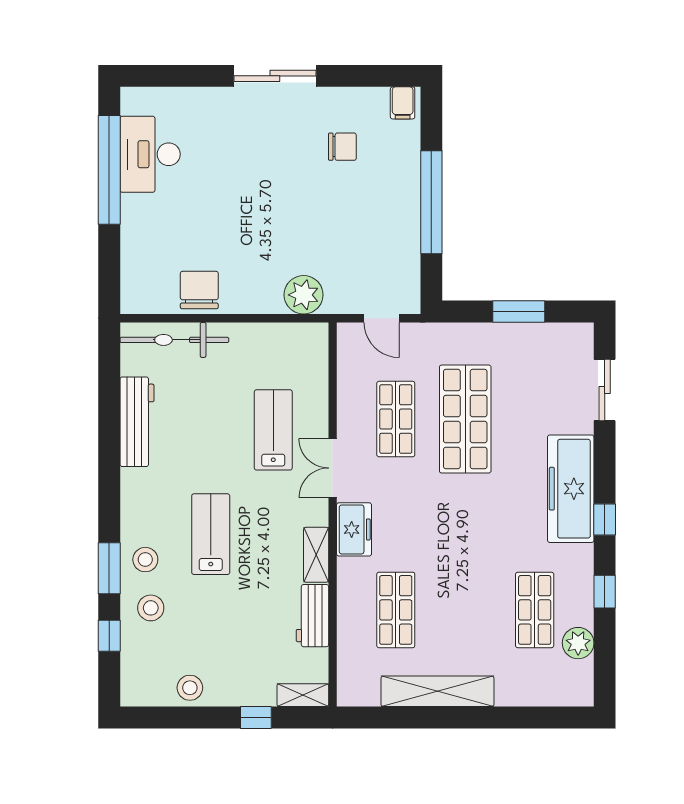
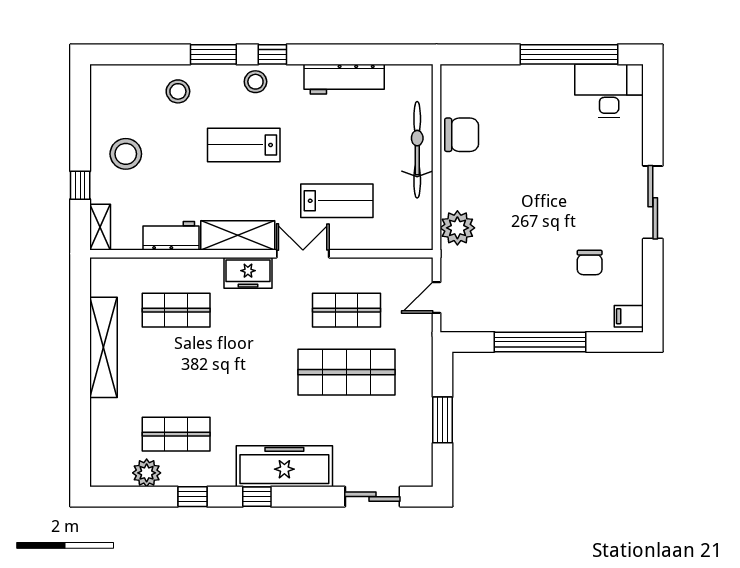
desk: (150, 154) -> (609, 91), moved
bicycle: (174, 340) -> (417, 150), moved
lab bench: (211, 534) -> (244, 145), turned 180
shelving: (316, 555) -> (238, 235), width x1.50, depth x1.33
stool: (145, 560) -> (255, 82), moved
window: (109, 636) -> (272, 54), moved
stool: (190, 688) -> (126, 154), moved, width x1.38, depth x1.38

